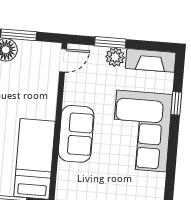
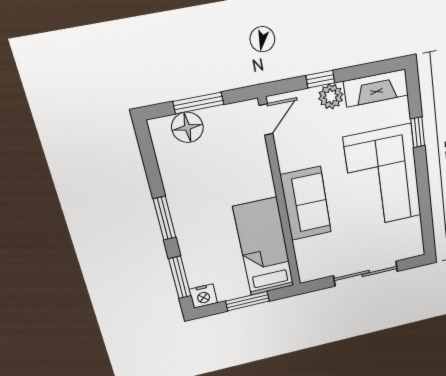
window: (110, 42) -> (320, 79), width x0.67

